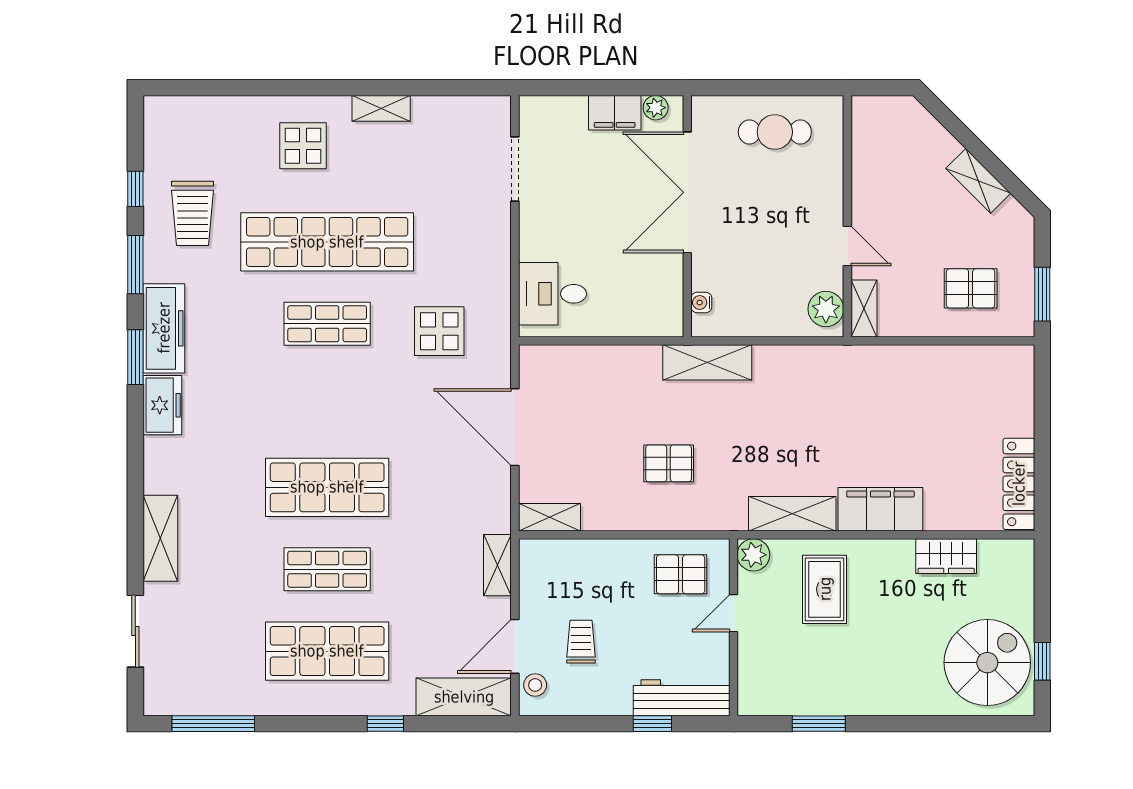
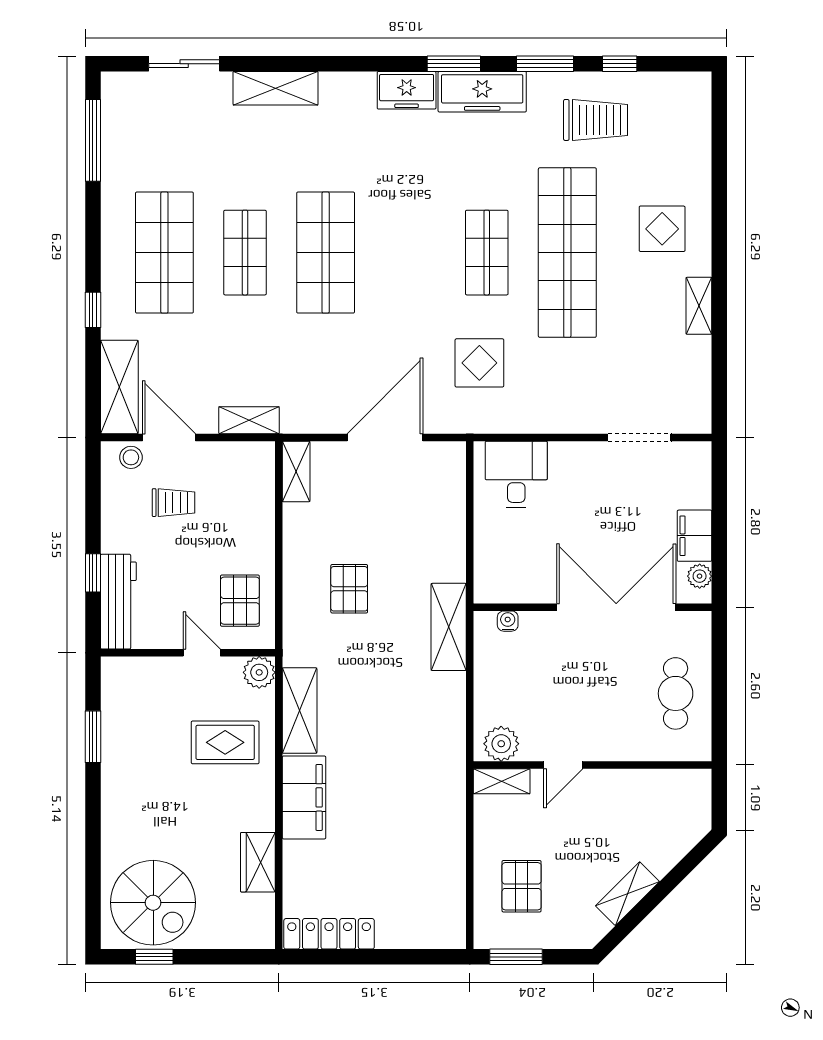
trolley: (193, 213) -> (596, 120), turned 180

